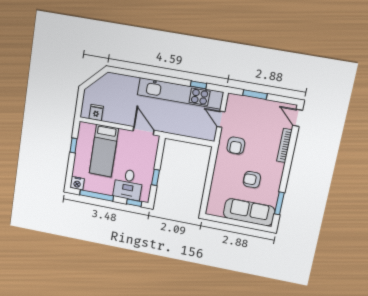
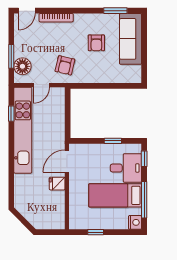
floor lamp: (243, 104) -> (22, 66), added
fridge: (96, 113) -> (57, 184), moved
armchair: (236, 146) -> (65, 65), turned 103
bed: (104, 151) -> (115, 195), moved, turned 180

